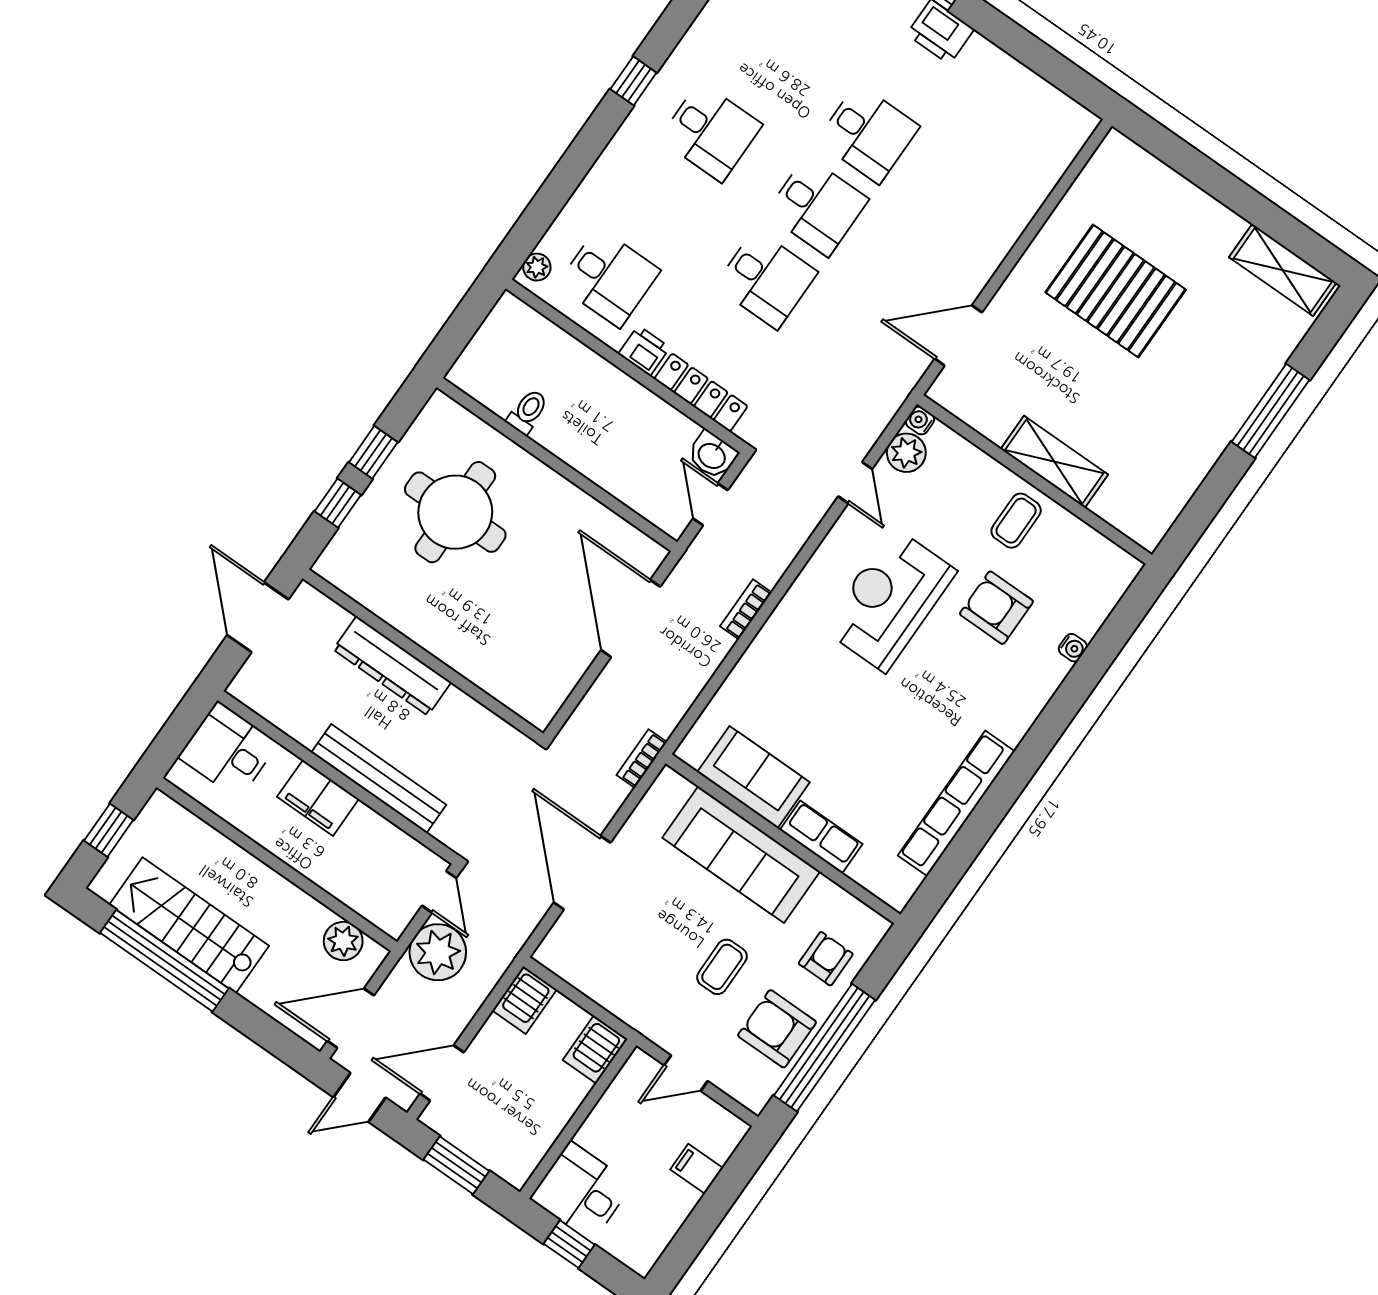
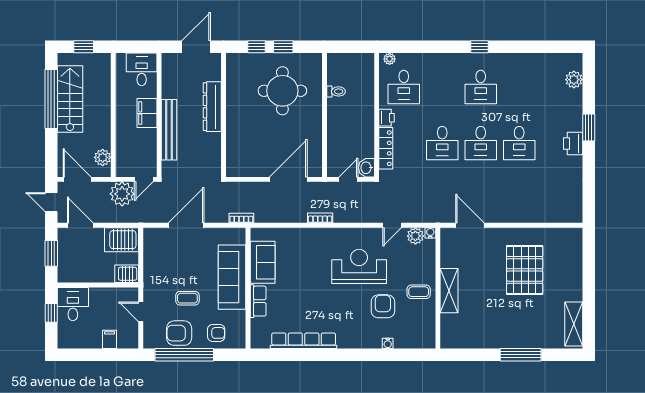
server rack: (525, 1000) -> (122, 240), width x1.36, depth x1.44
armchair: (777, 1029) -> (179, 333), turned -90

